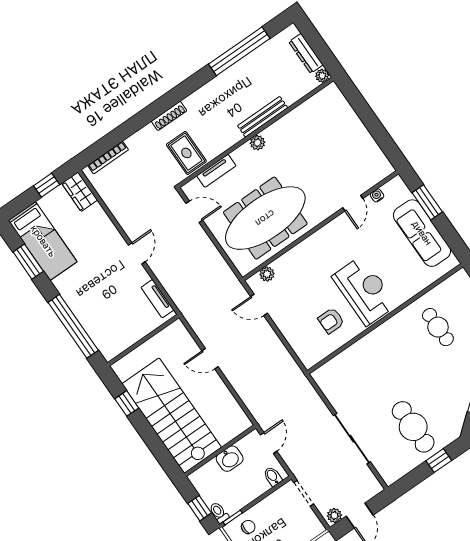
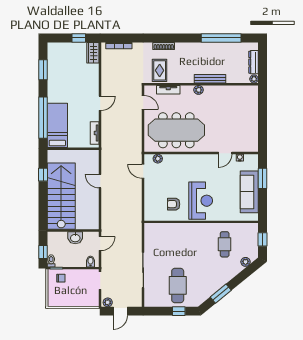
bed: (43, 241) -> (57, 125), moved, turned 180

